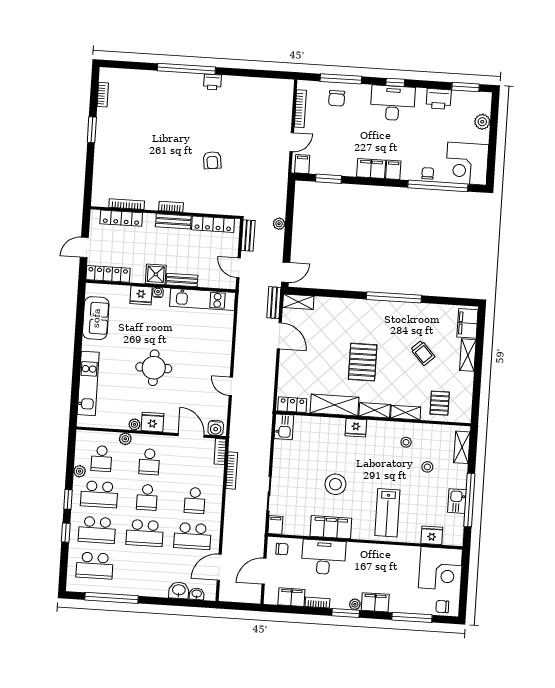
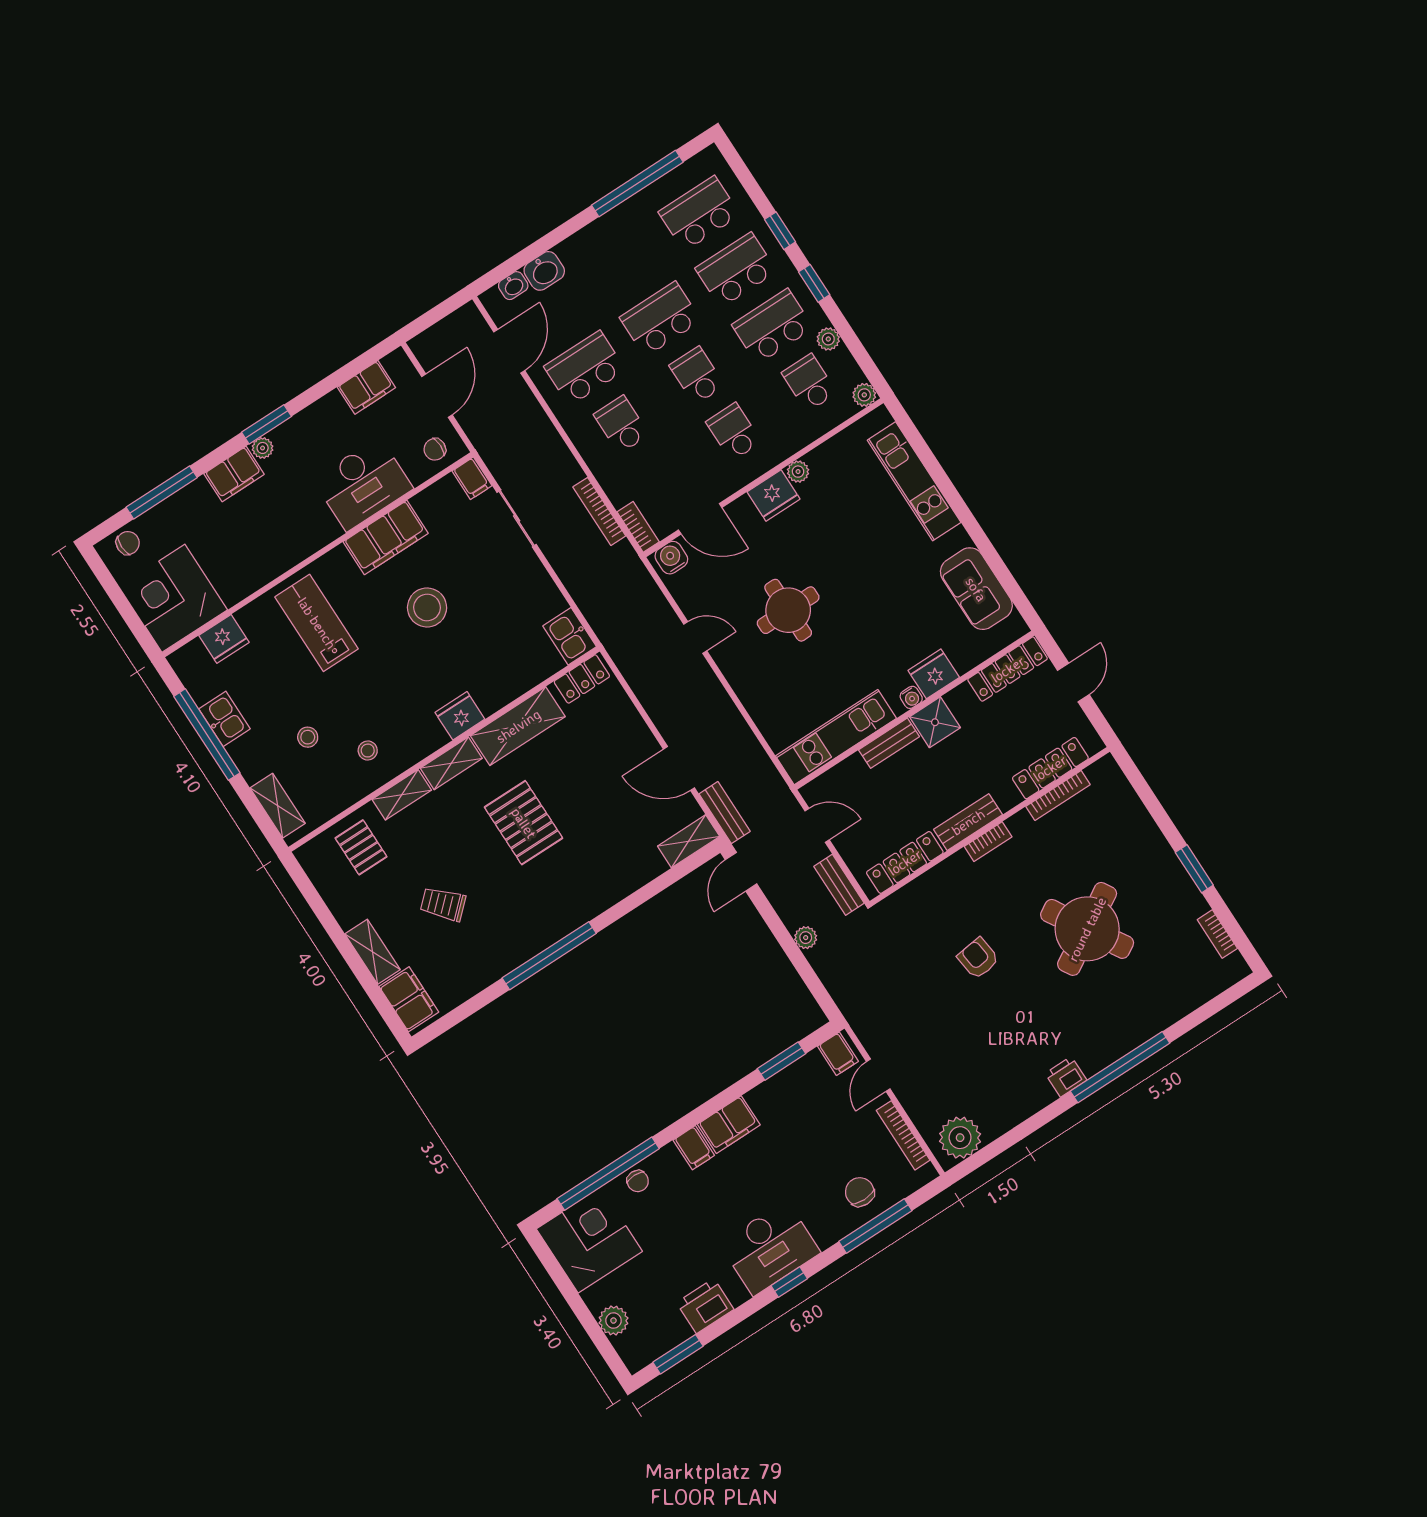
plant: (277, 90) -> (960, 1138), added
round table: (157, 138) -> (1087, 929), added
round table: (154, 368) -> (788, 610), moved
plant: (125, 439) -> (864, 395), moved
bookcase: (317, 603) -> (321, 408), removed

